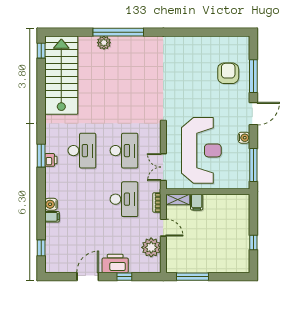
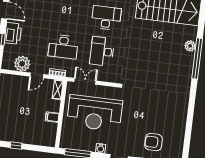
armchair: (228, 73) -> (154, 142), turned 180
desk: (82, 151) -> (106, 18), turned 180
desk: (124, 151) -> (102, 51), turned 90
filing cabinet: (197, 202) -> (52, 117), moved

